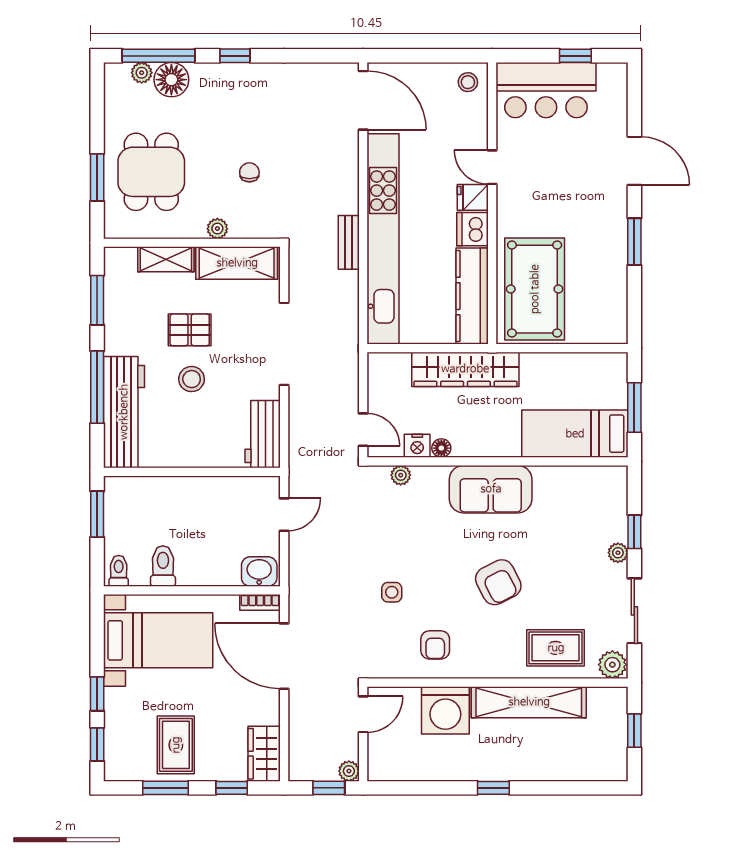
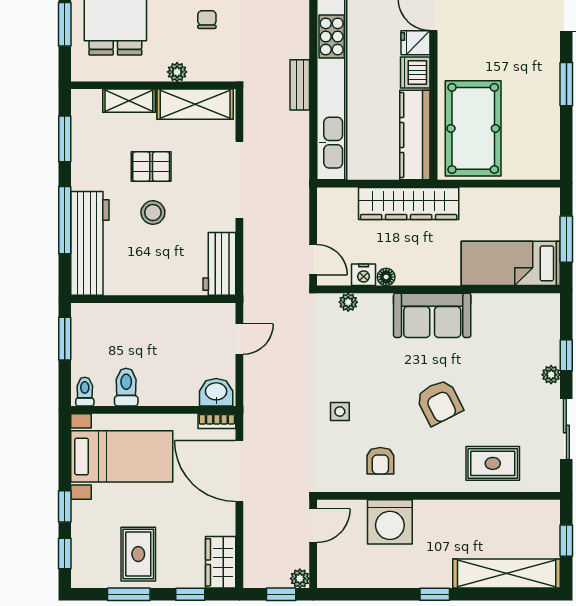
plant: (612, 665) -> (546, 479), removed
shelving: (529, 702) -> (507, 573), moved

